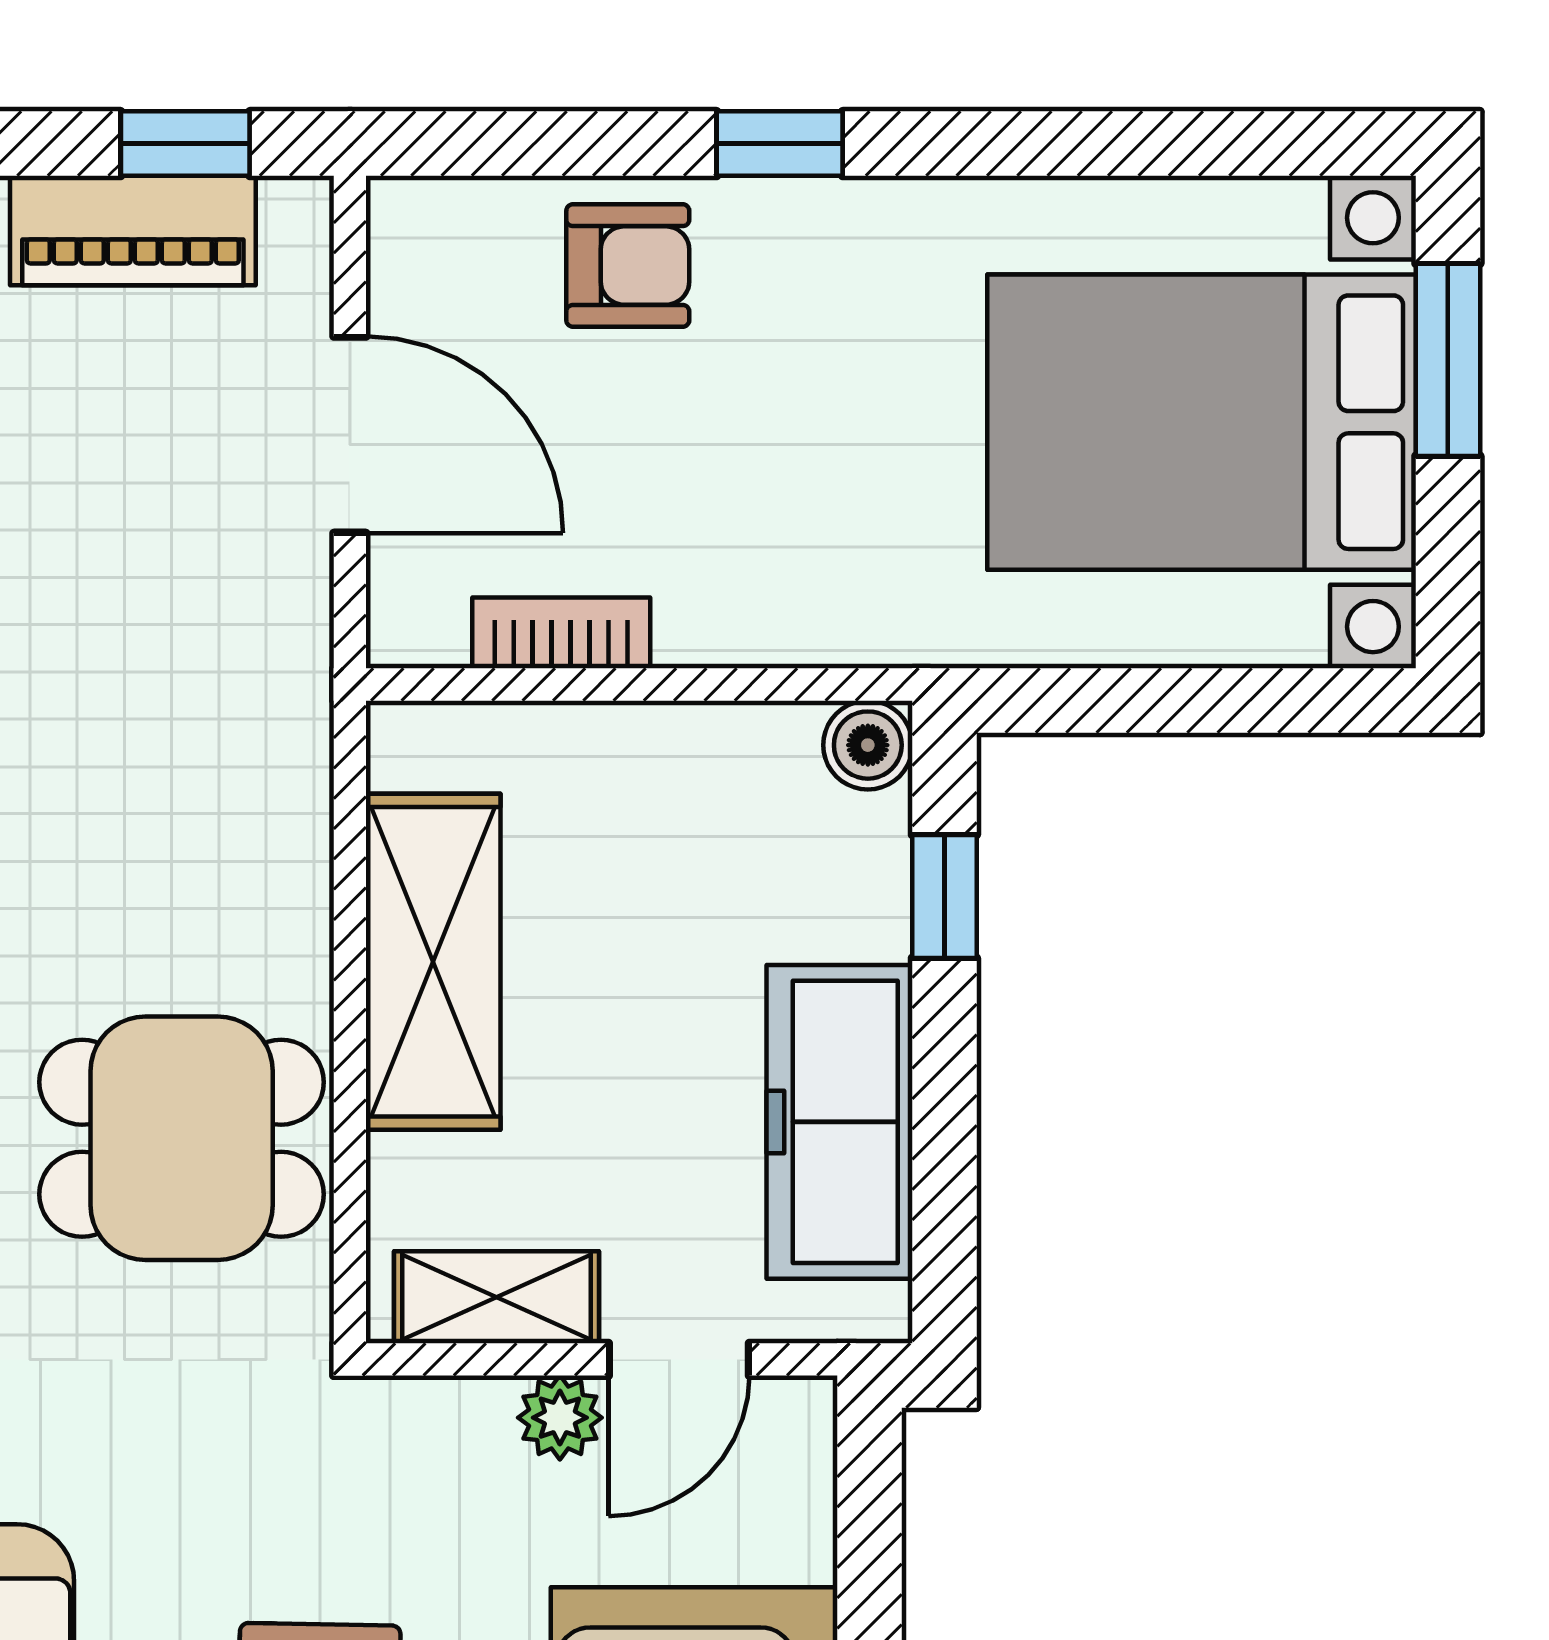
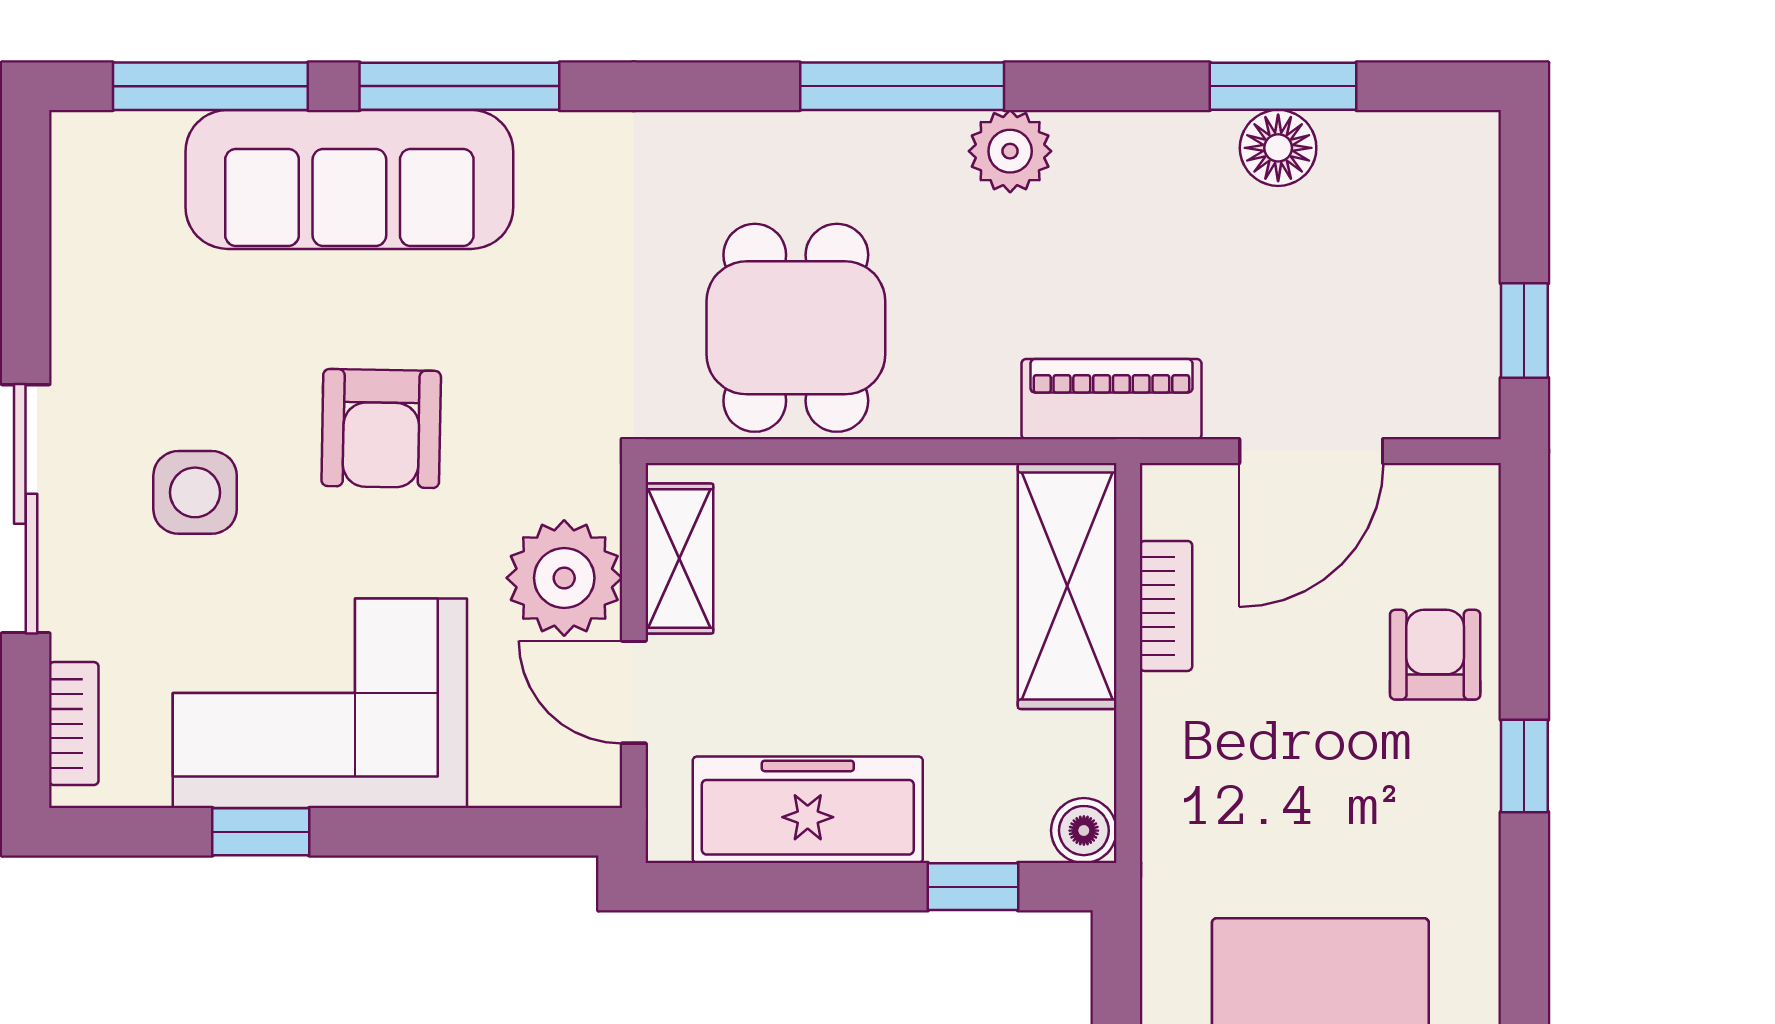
piano: (133, 231) -> (1111, 399), moved, turned 90
armchair: (628, 266) -> (1435, 655), turned 180
shelving: (433, 962) -> (1067, 586), moved, turned 90
plant: (560, 1418) -> (564, 578), width x1.88, depth x1.88

